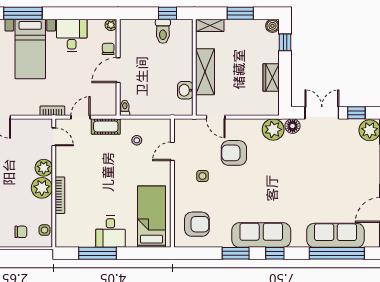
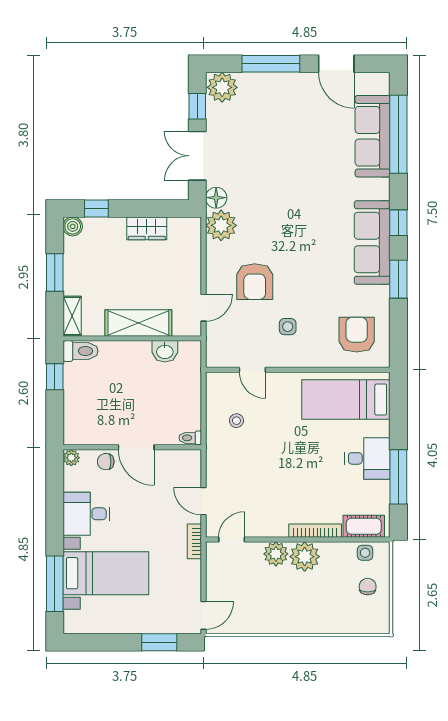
toilet: (163, 31) -> (81, 351), moved
cot: (106, 126) -> (364, 526), moved, turned 90

